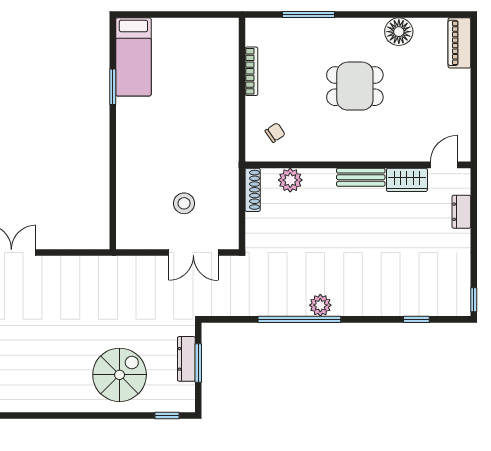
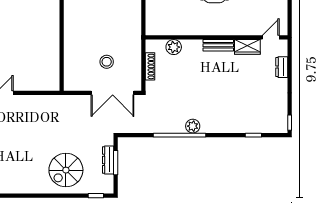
chair: (275, 133) -> (164, 17), removed
shoe rack: (253, 190) -> (150, 66), moved
double door: (193, 253) -> (113, 93), width x1.37
spiral stairs: (120, 375) -> (66, 170), turned 180

